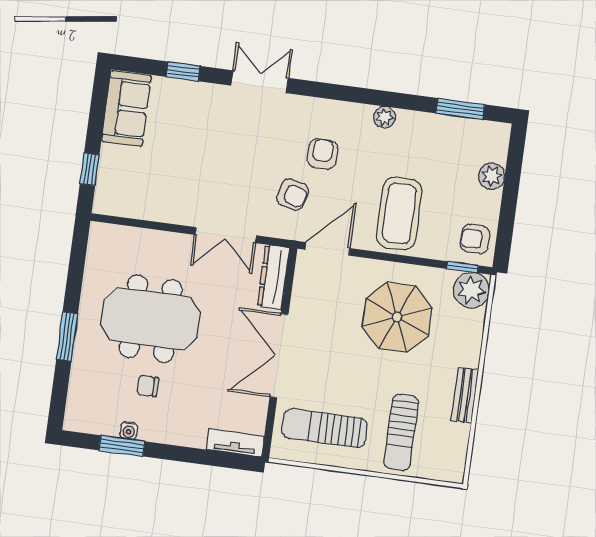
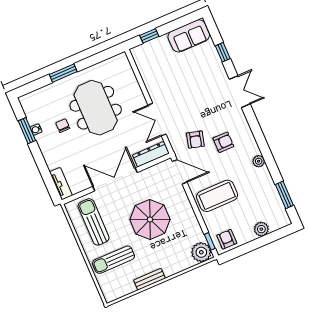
parasol: (397, 317) -> (150, 219), moved

